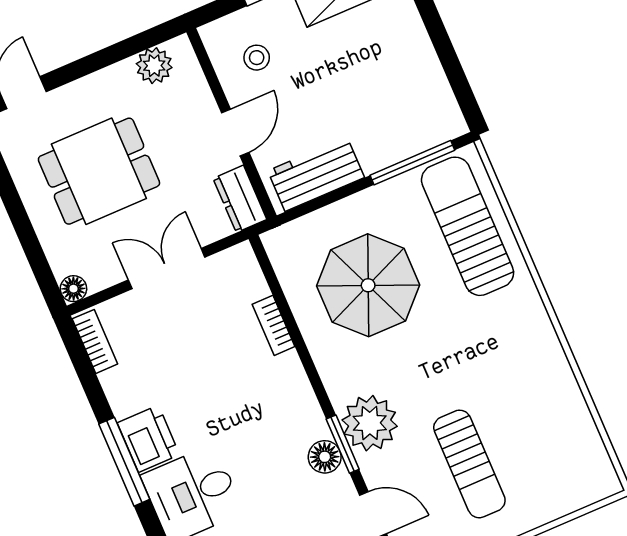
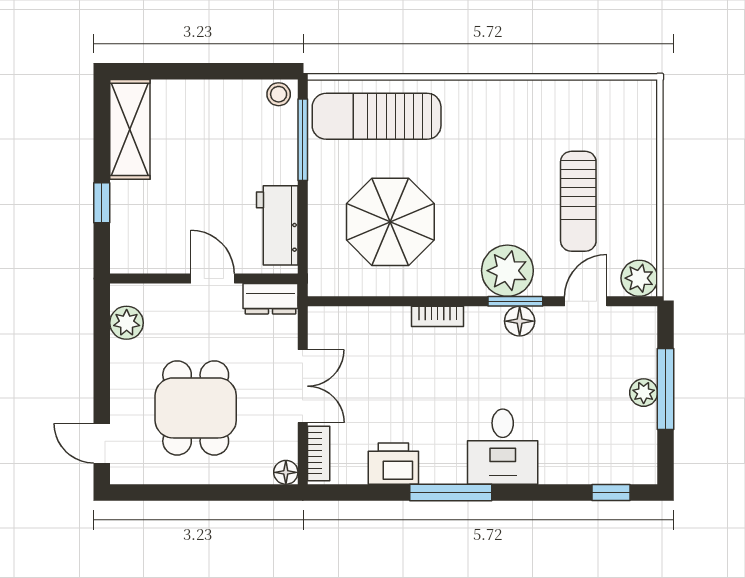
stool: (257, 58) -> (279, 94), moved
double door: (167, 268) -> (303, 386), swing flipped
bookcase: (274, 325) -> (438, 316), moved
bookcase: (95, 341) -> (319, 453), moved, turned 90
printer: (148, 439) -> (393, 464), moved
sun lounger: (469, 464) -> (578, 201), turned 90

